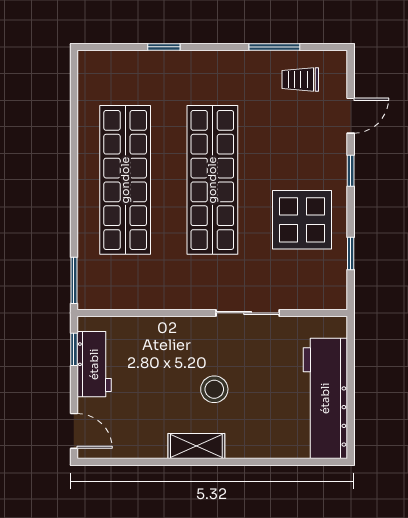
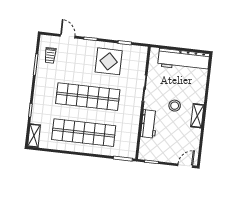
shelving: (105, 63) -> (34, 136), added
workbench: (94, 364) -> (149, 124), moved, turned 90

